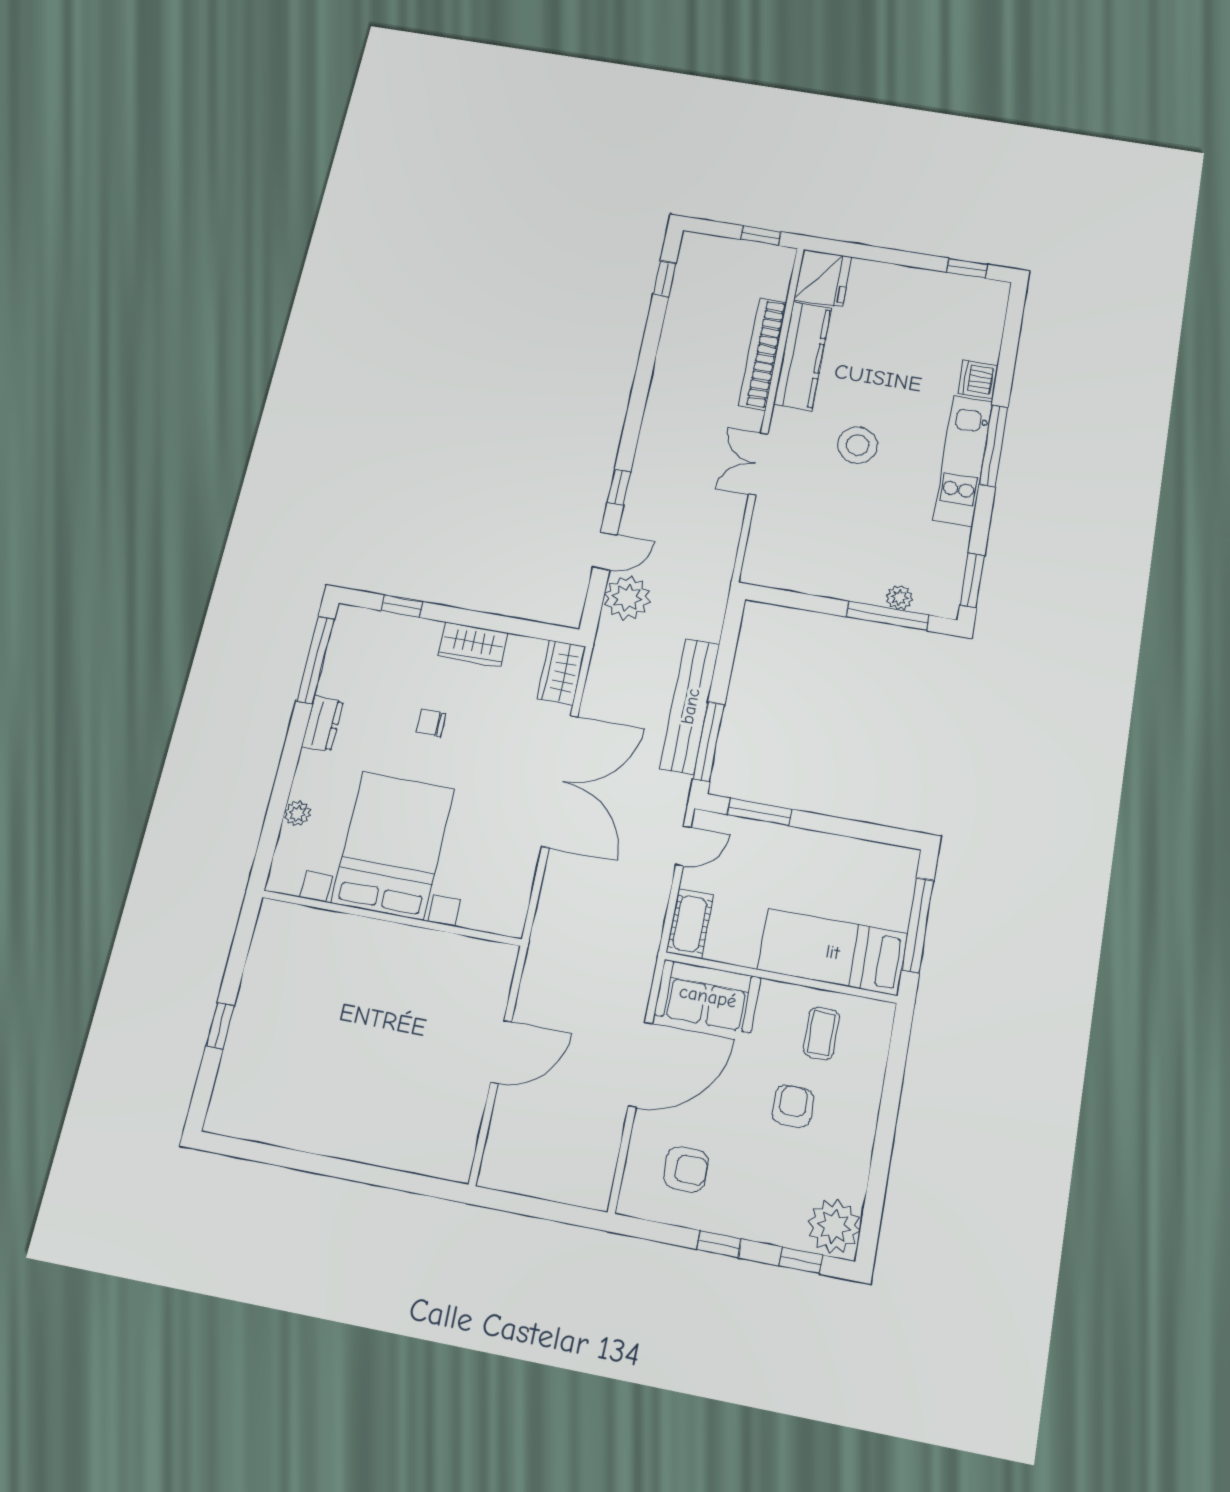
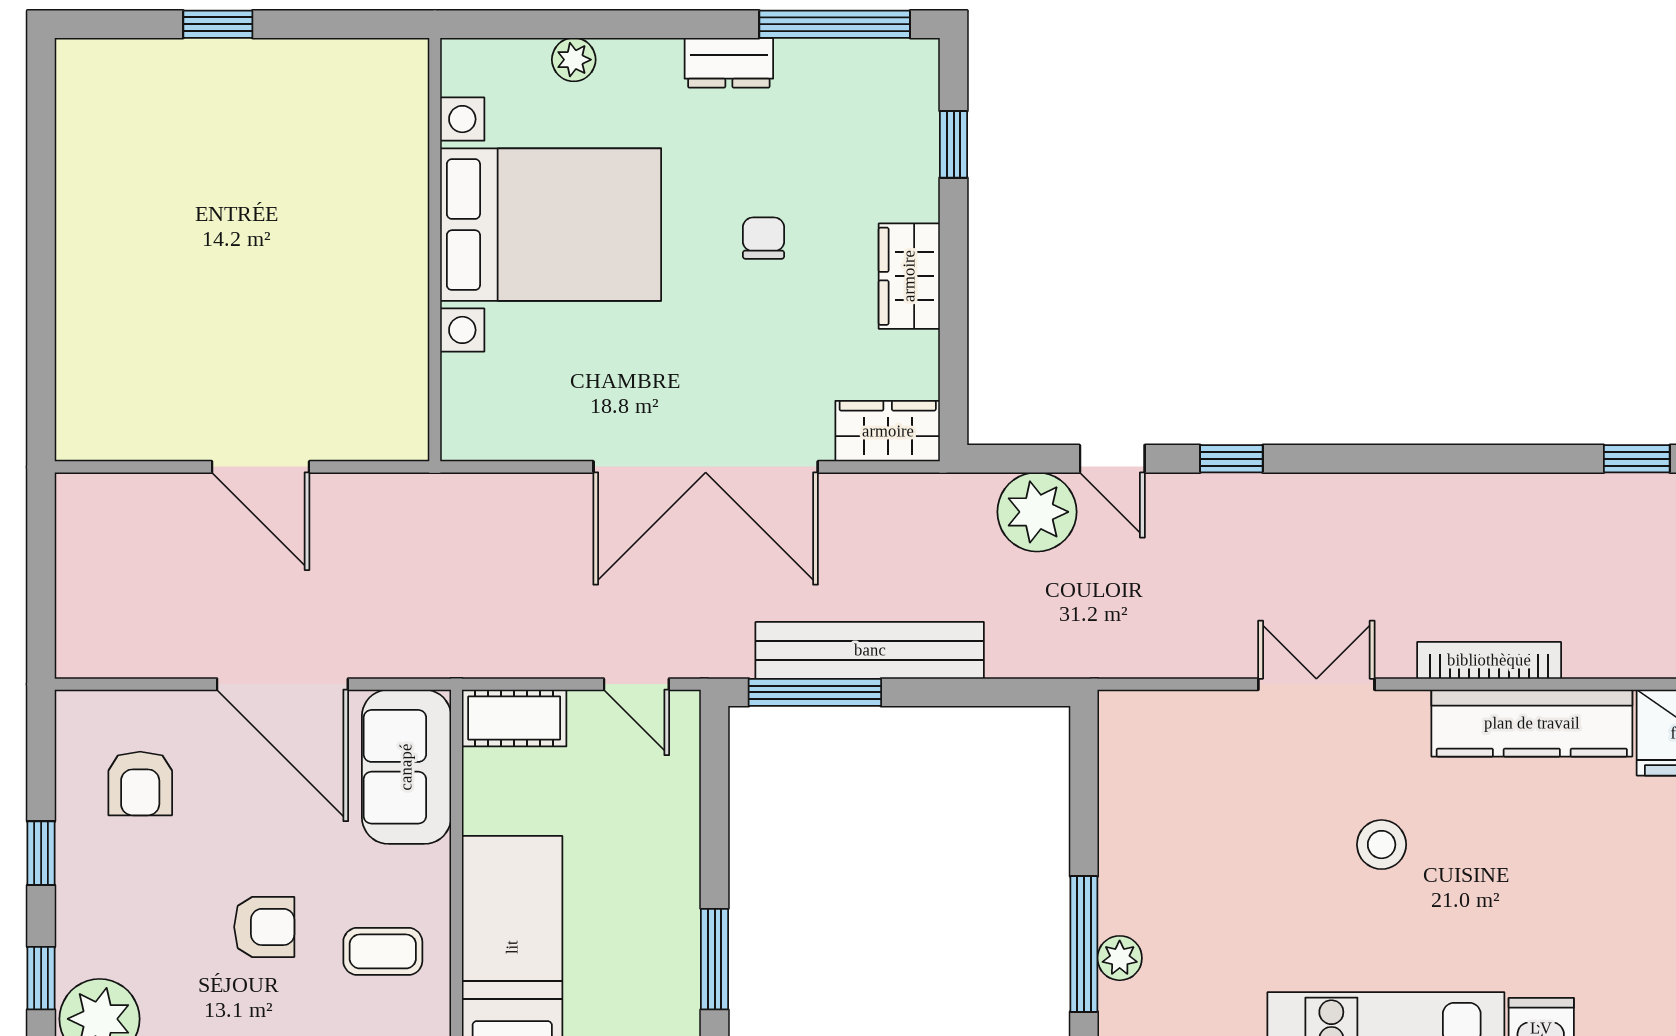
bookcase: (763, 354) -> (1489, 660), width x0.68, depth x0.76
stool: (858, 445) -> (1382, 845), width x0.73, depth x0.73
window: (759, 812) -> (715, 959), moved

